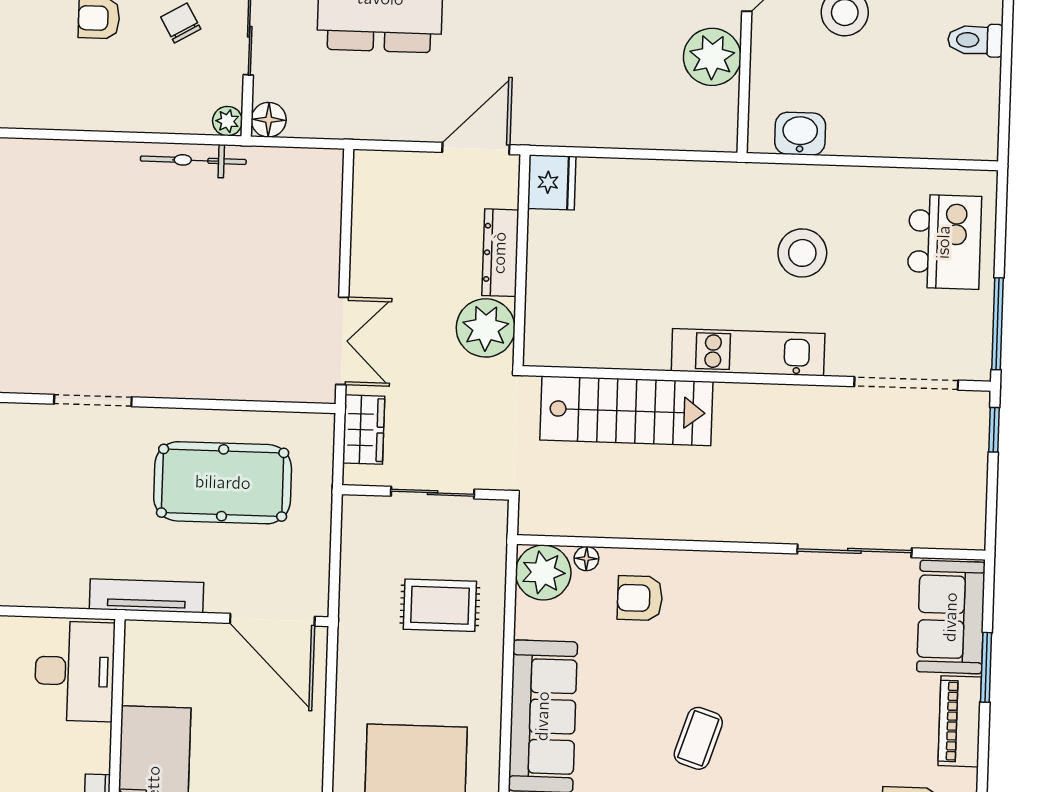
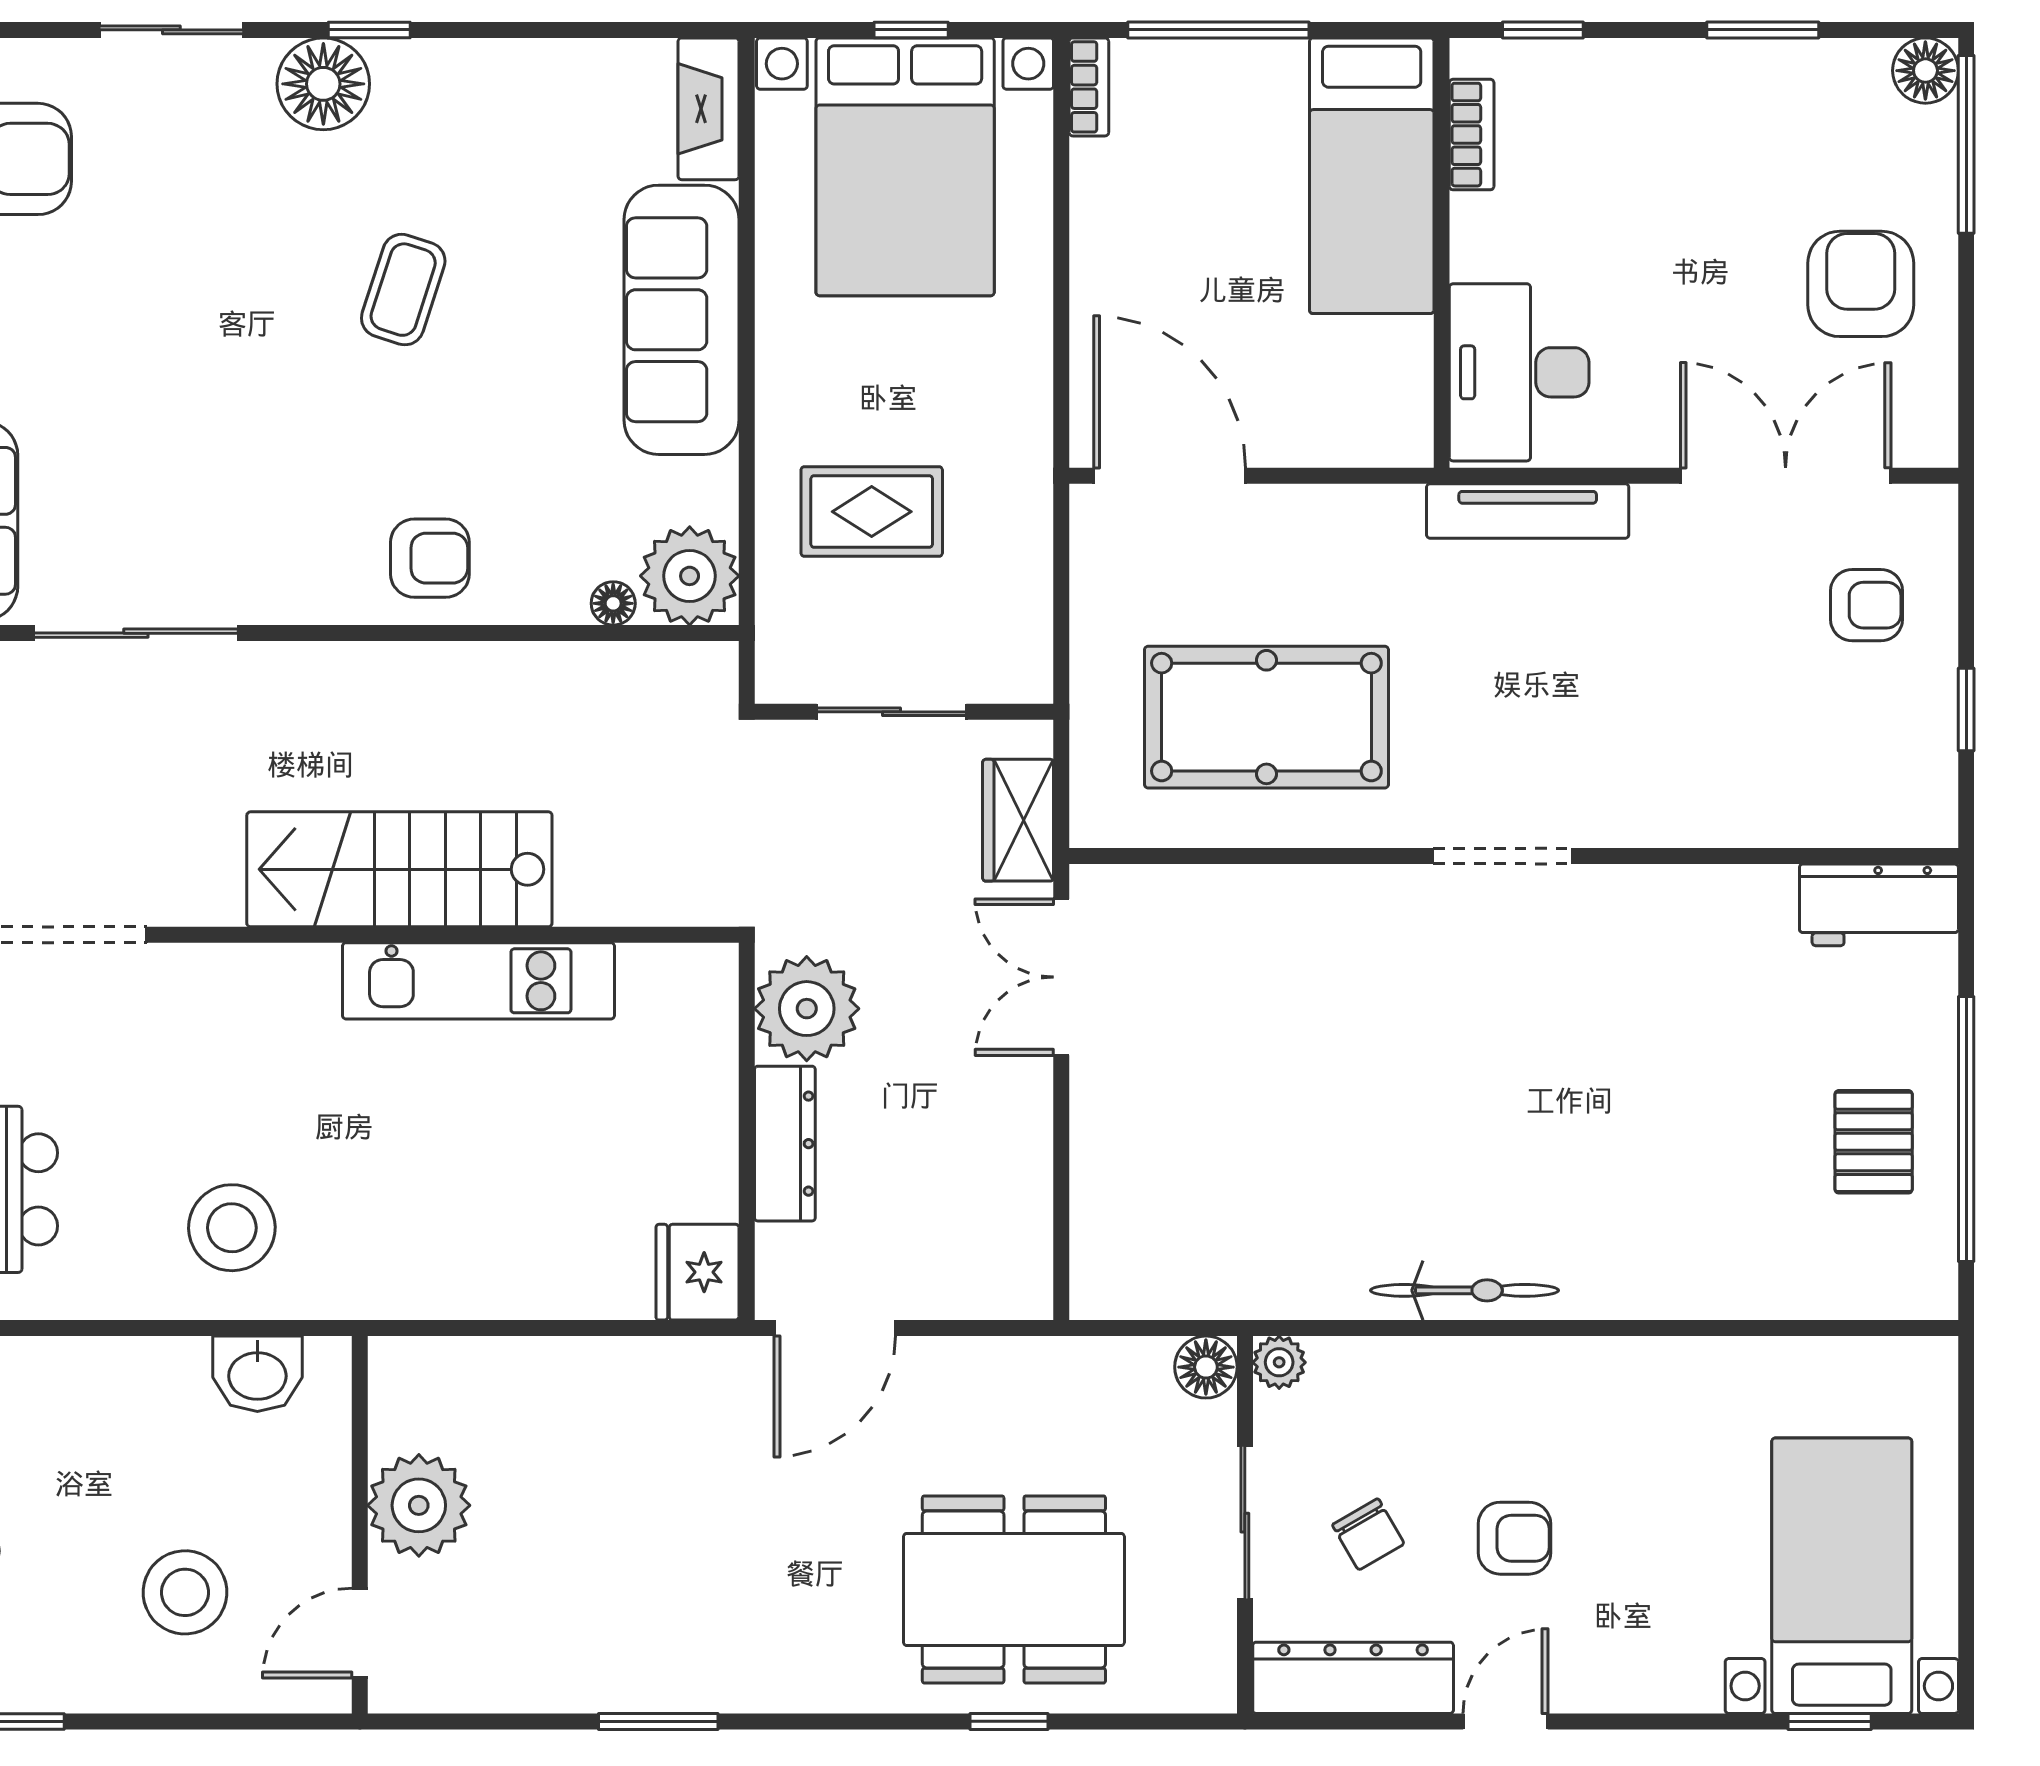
bicycle: (193, 160) -> (1464, 1290), moved
stool: (802, 253) -> (232, 1228), moved
kitchen unit: (748, 352) -> (478, 981), moved
stairs: (626, 411) -> (399, 869), moved
tv unit: (147, 596) -> (1528, 511), moved
armchair: (640, 598) -> (430, 558), moved

